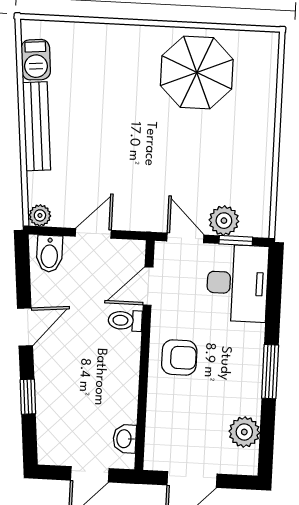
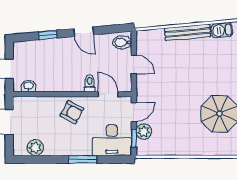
plant: (40, 215) -> (142, 36), removed
armchair: (179, 357) -> (72, 112), turned -62
window: (270, 372) -> (83, 159), moved

